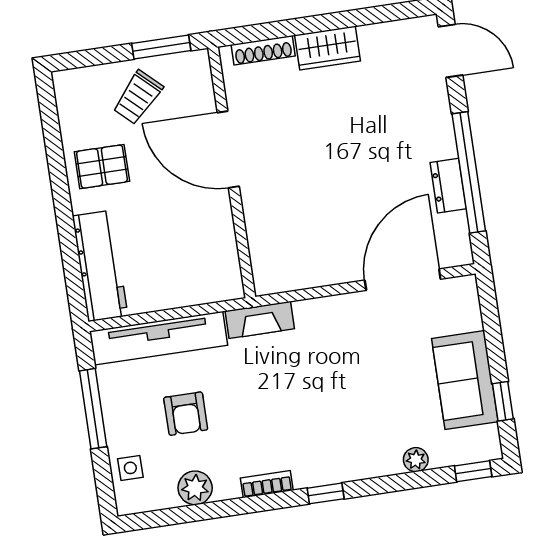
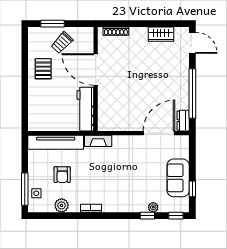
window: (161, 47) -> (52, 24), moved
wardrobe: (327, 48) -> (161, 34), moved
pallet: (102, 167) -> (43, 69), turned 90
dresser: (448, 186) -> (183, 121), moved
workbench: (100, 266) -> (85, 109), moved, turned 180
window: (93, 409) -> (25, 189), moved
window: (326, 493) -> (147, 216), moved

